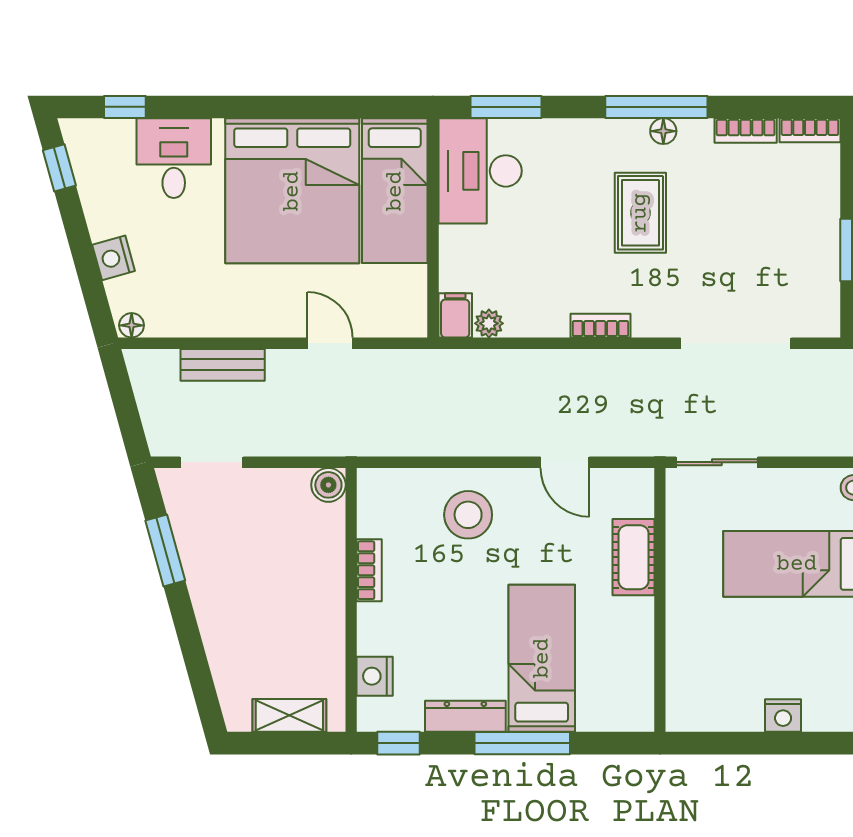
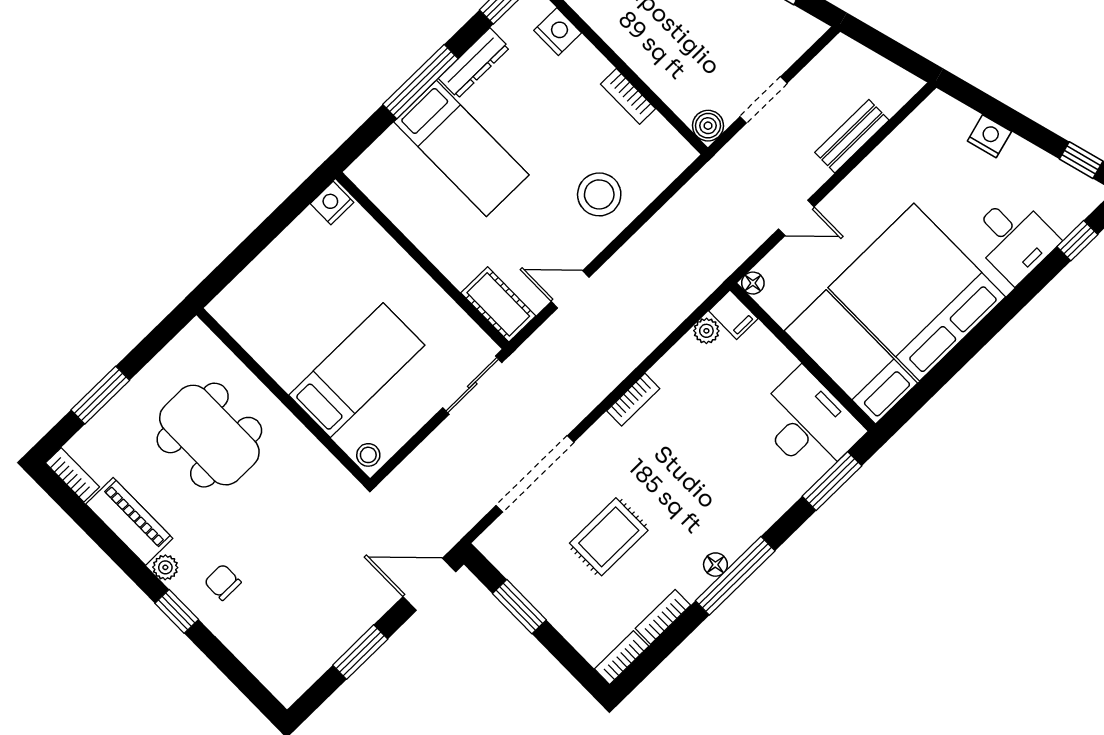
rug: (640, 213) -> (609, 537), moved, turned 90
floor lamp: (132, 325) -> (753, 283), moved
doorway: (212, 462) -> (764, 100), moved
cot: (634, 557) -> (498, 304), moved
nightstand: (783, 715) -> (332, 203), moved

